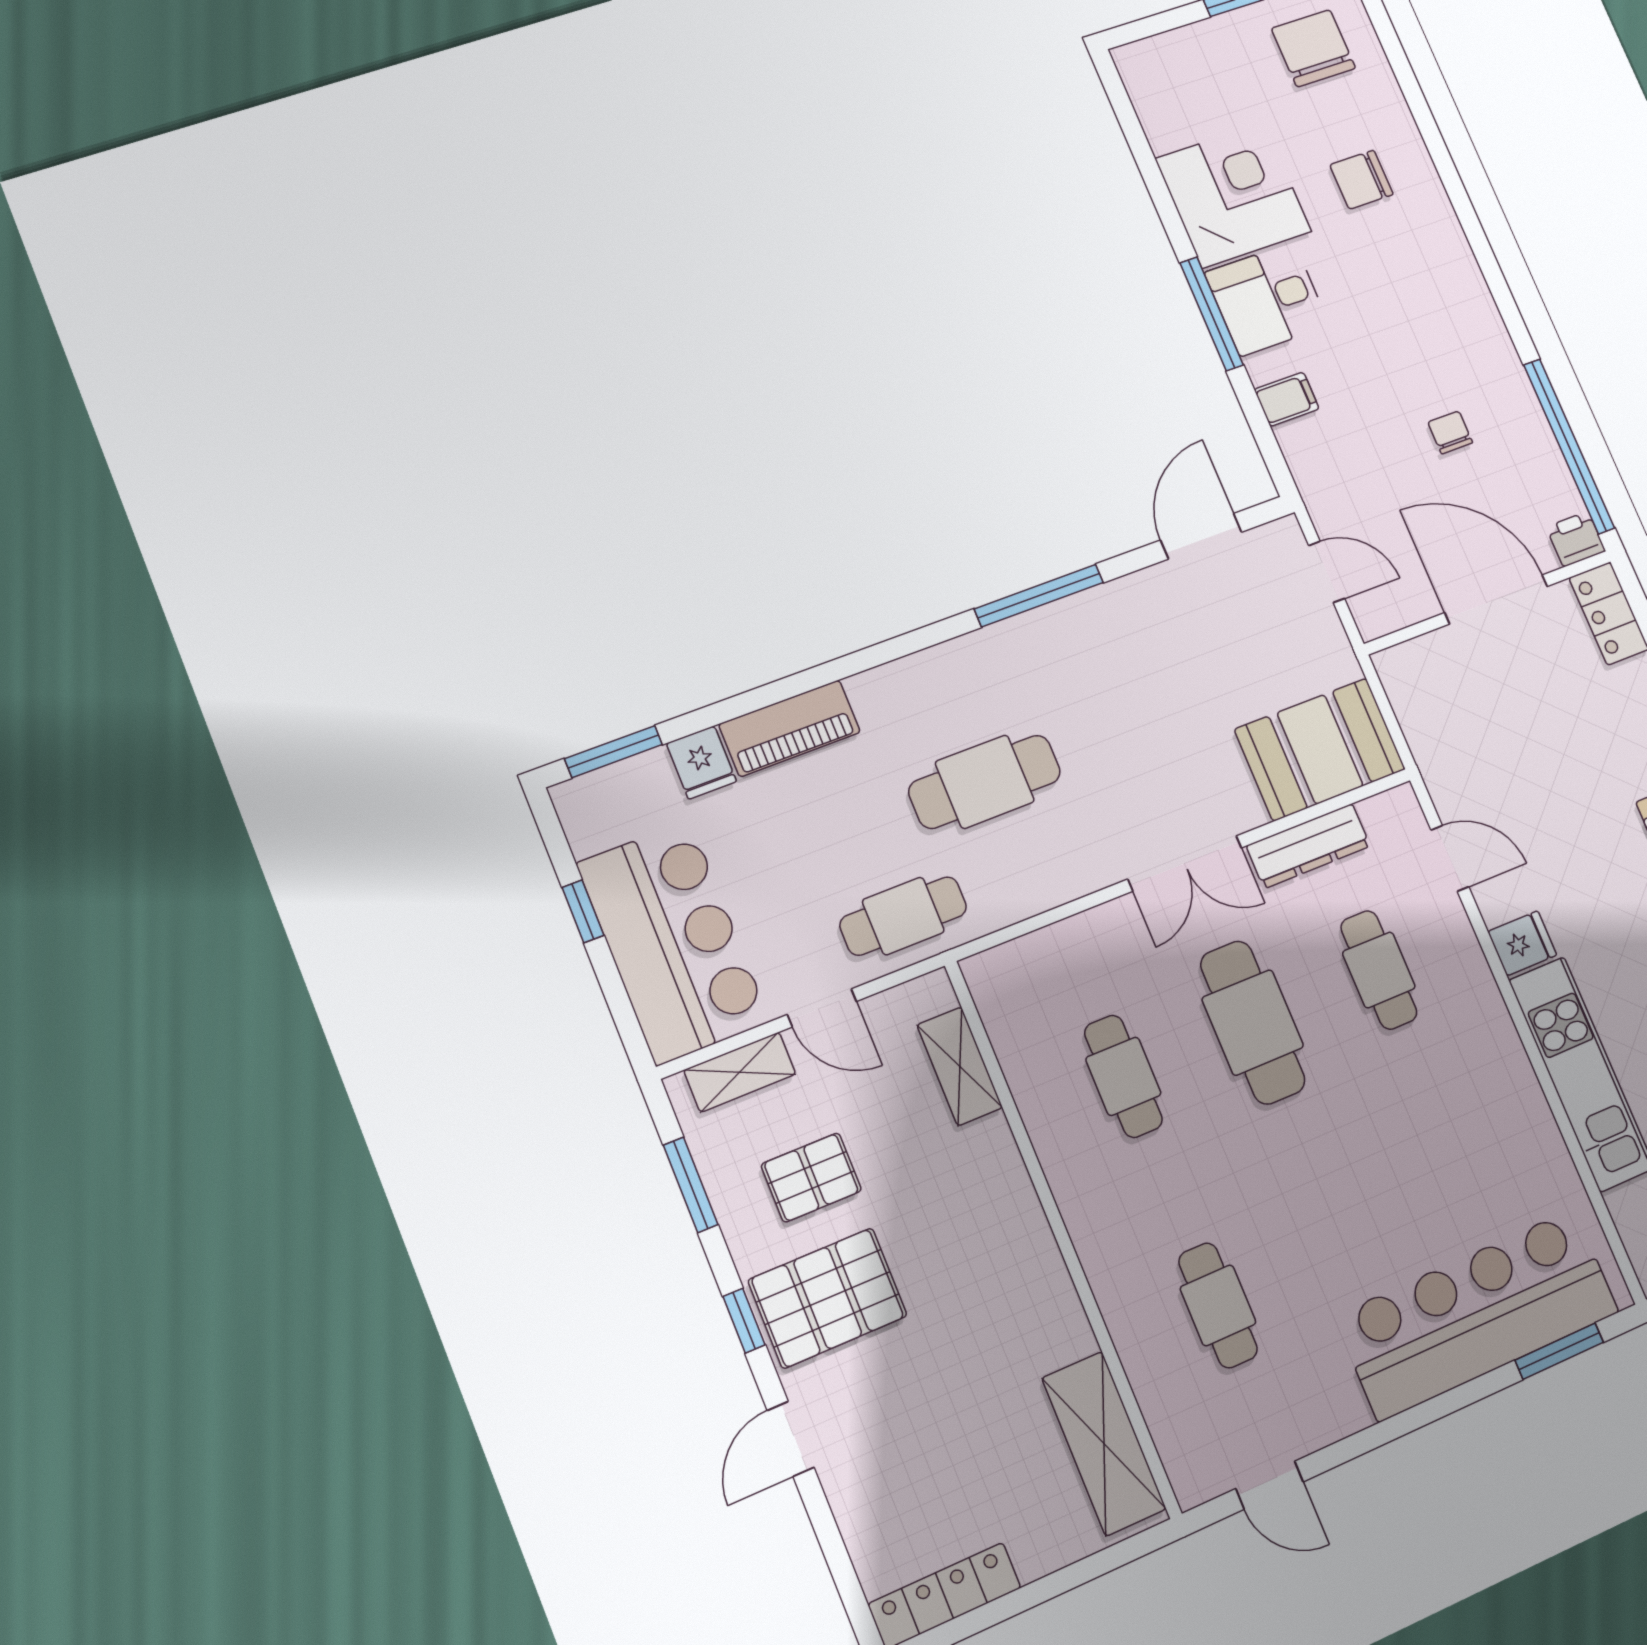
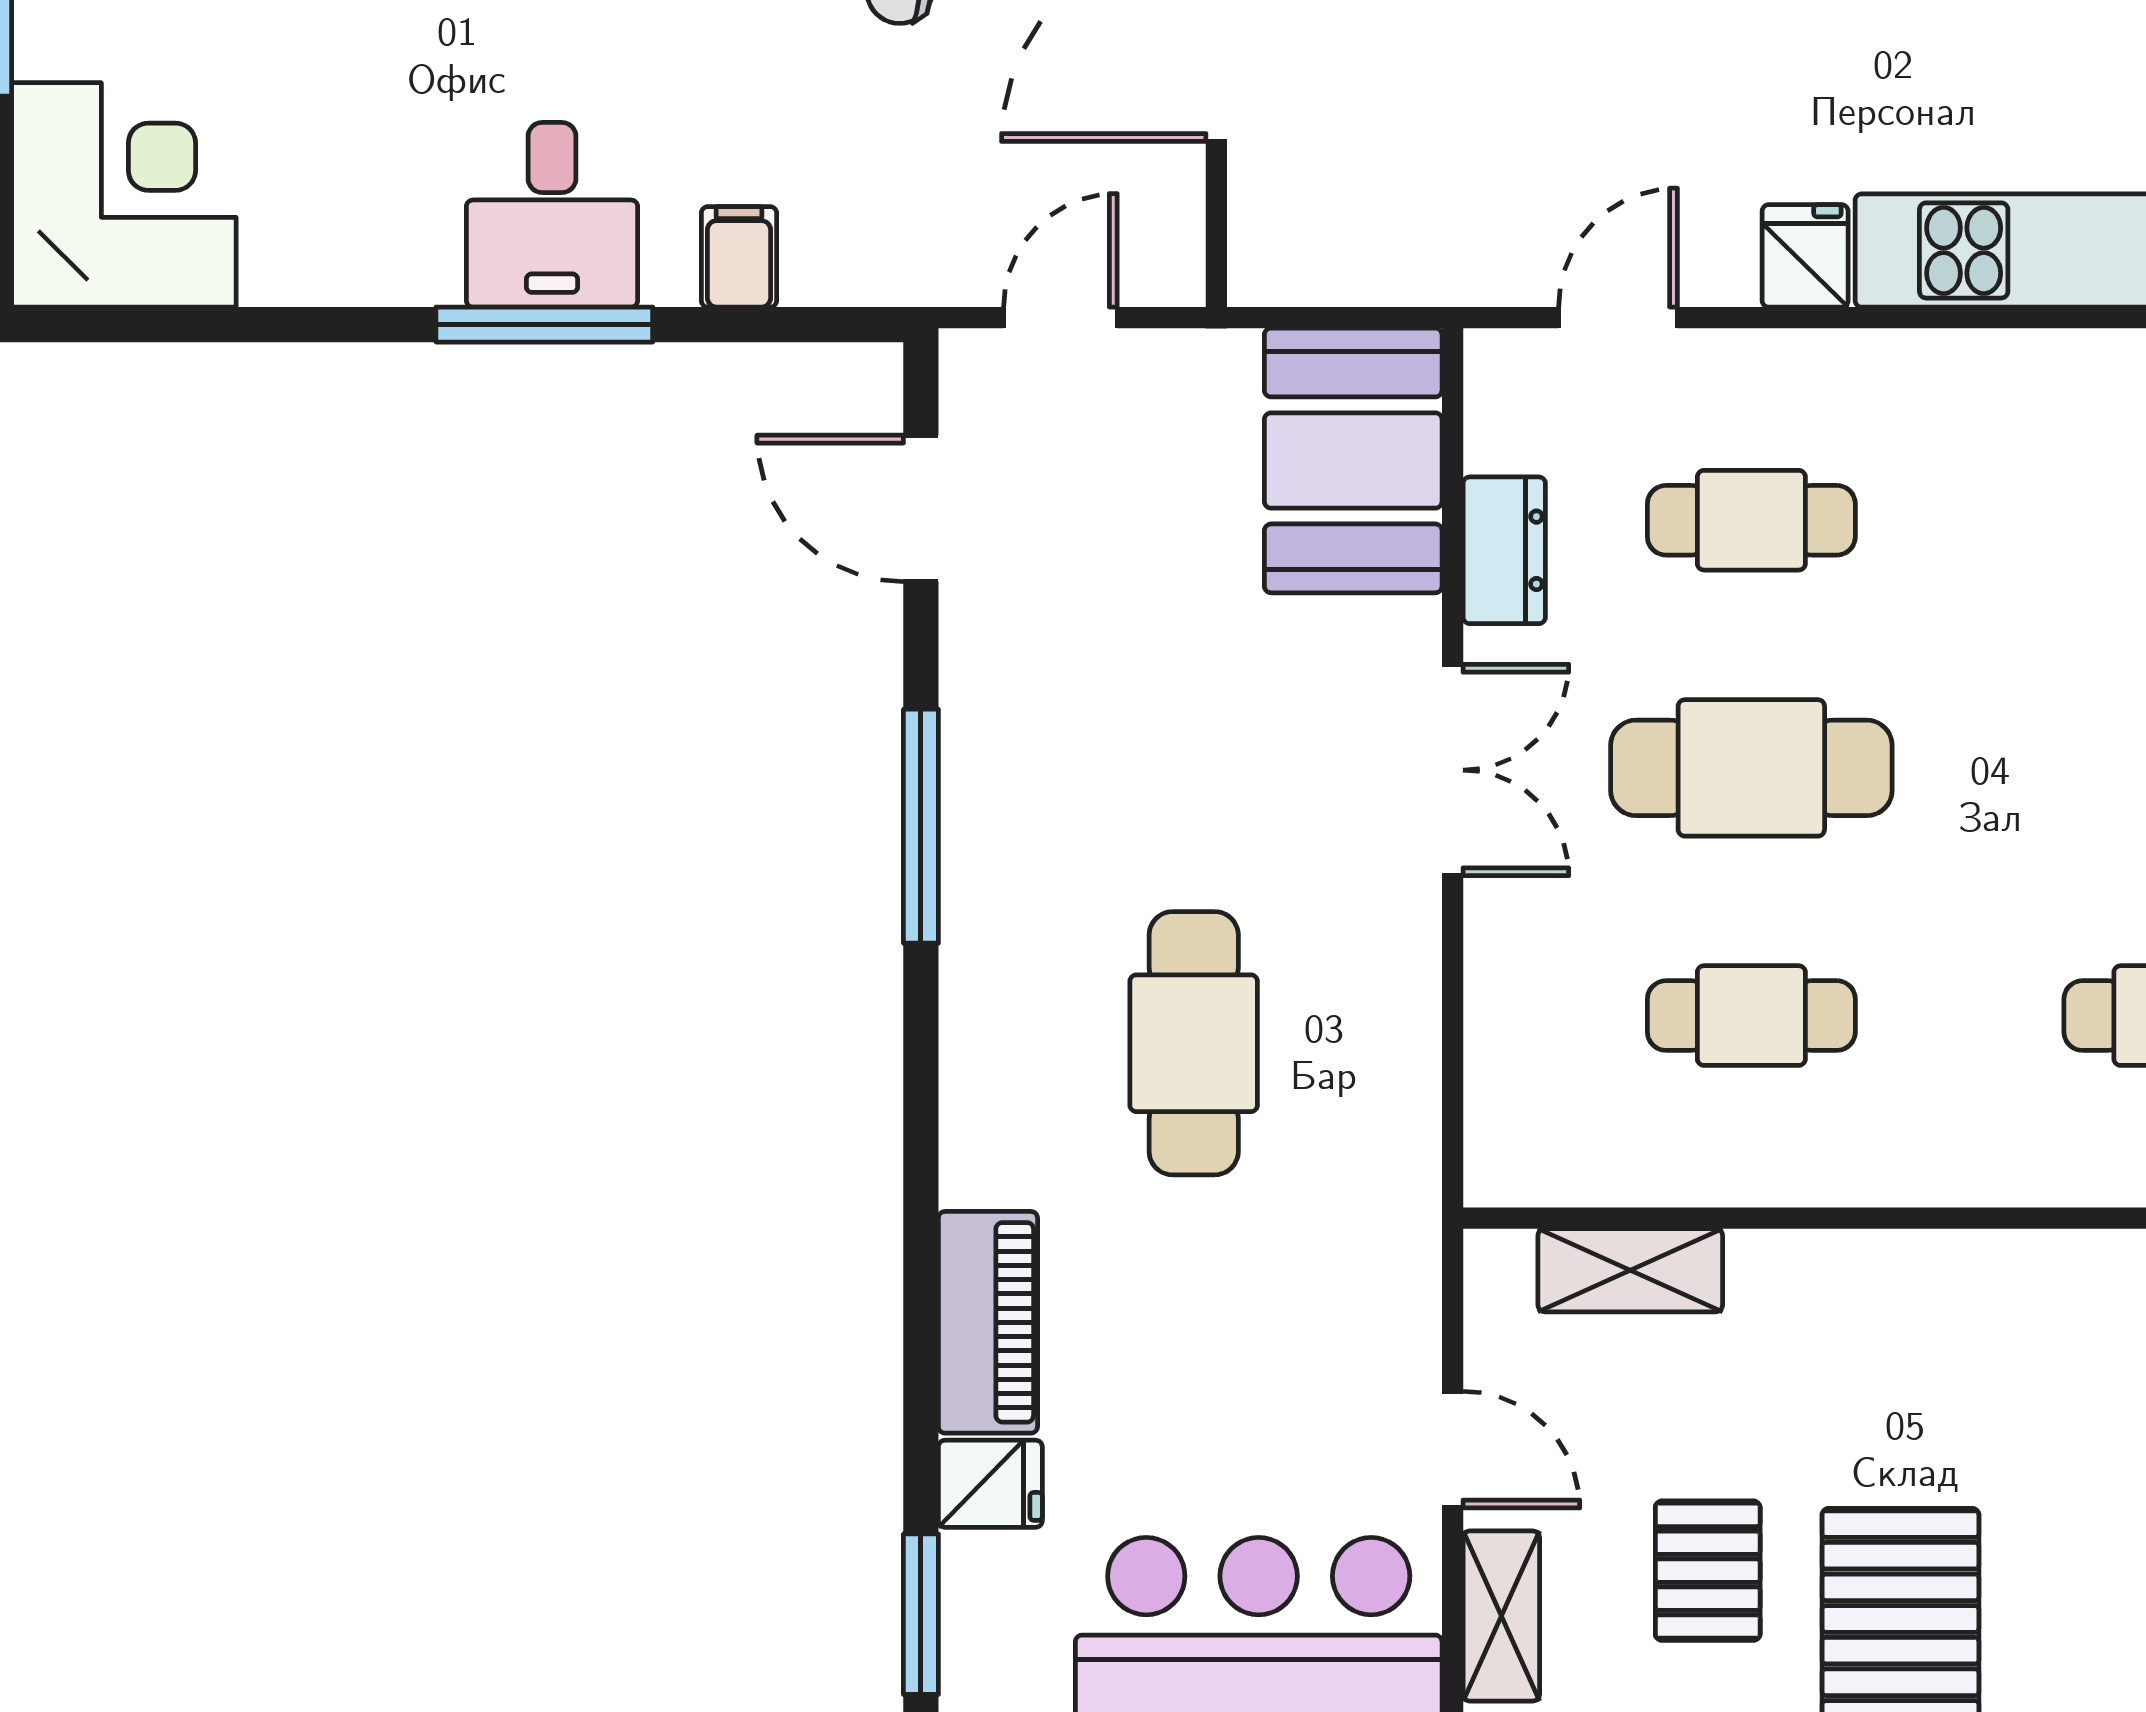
corner desk: (1233, 195) -> (124, 195), moved, turned 90
dresser: (1308, 846) -> (1504, 550), width x0.70
cafe table: (903, 916) -> (1358, 1263), removed
door: (822, 1008) -> (1453, 1450), hinge flipped

